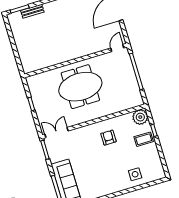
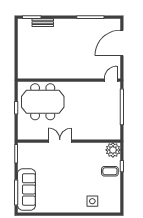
meeting table: (80, 87) -> (43, 102), moved
double door: (56, 133) -> (60, 141), moved
armchair: (108, 138) -> (78, 160), removed

